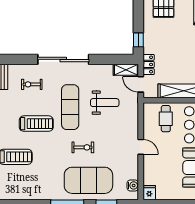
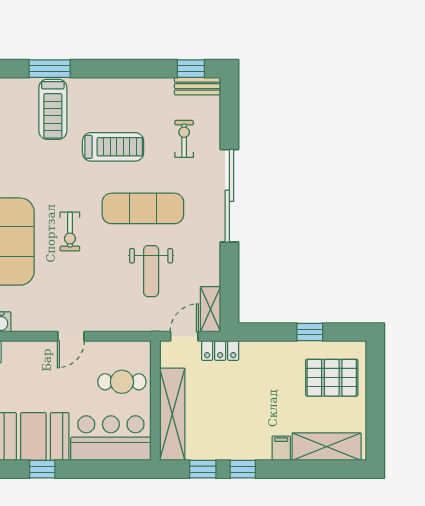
window: (138, 40) -> (310, 332), moved
treadmill: (36, 124) -> (113, 147), turned -90

